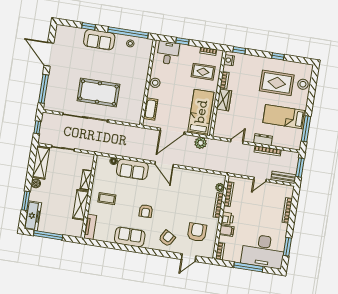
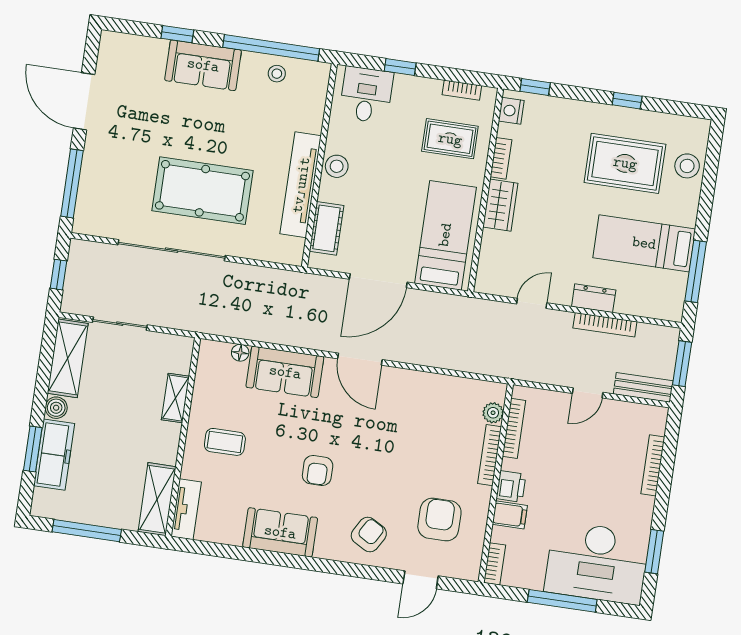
tv unit: (140, 90) -> (301, 185), added
plant: (201, 143) -> (446, 308), removed
shelving: (81, 205) -> (157, 499), moved
freezer: (33, 216) -> (54, 455), moved

